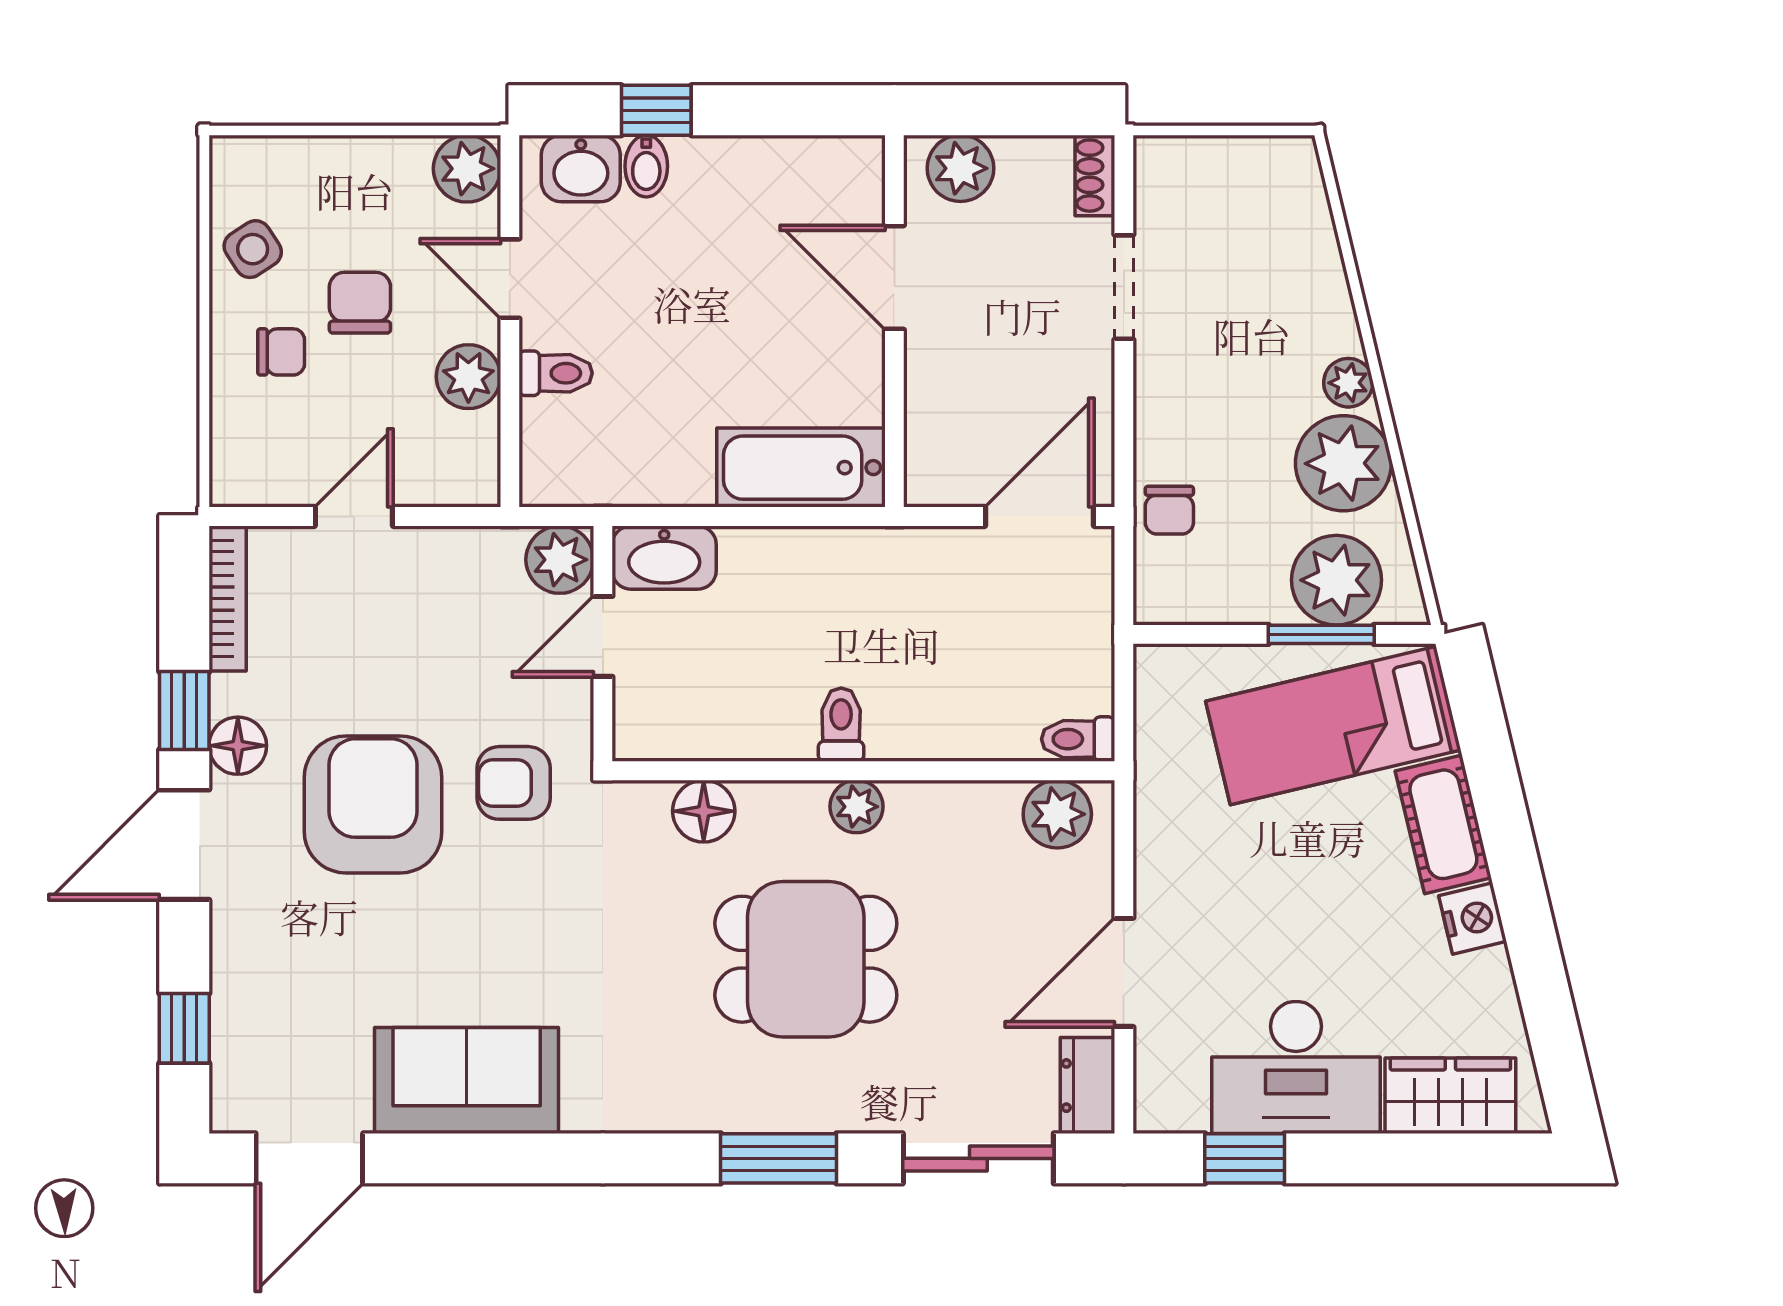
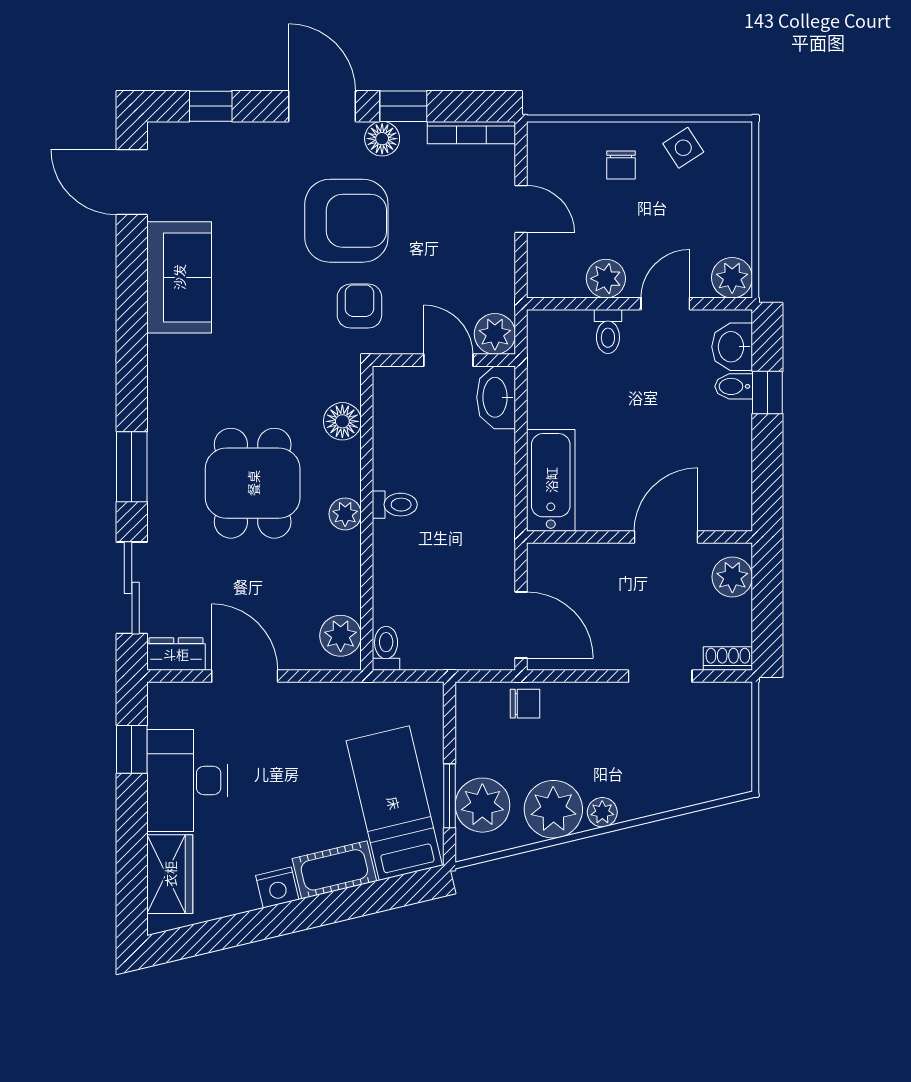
chair: (360, 303) -> (651, 213), removed
chair: (1169, 510) -> (525, 704), turned 180

